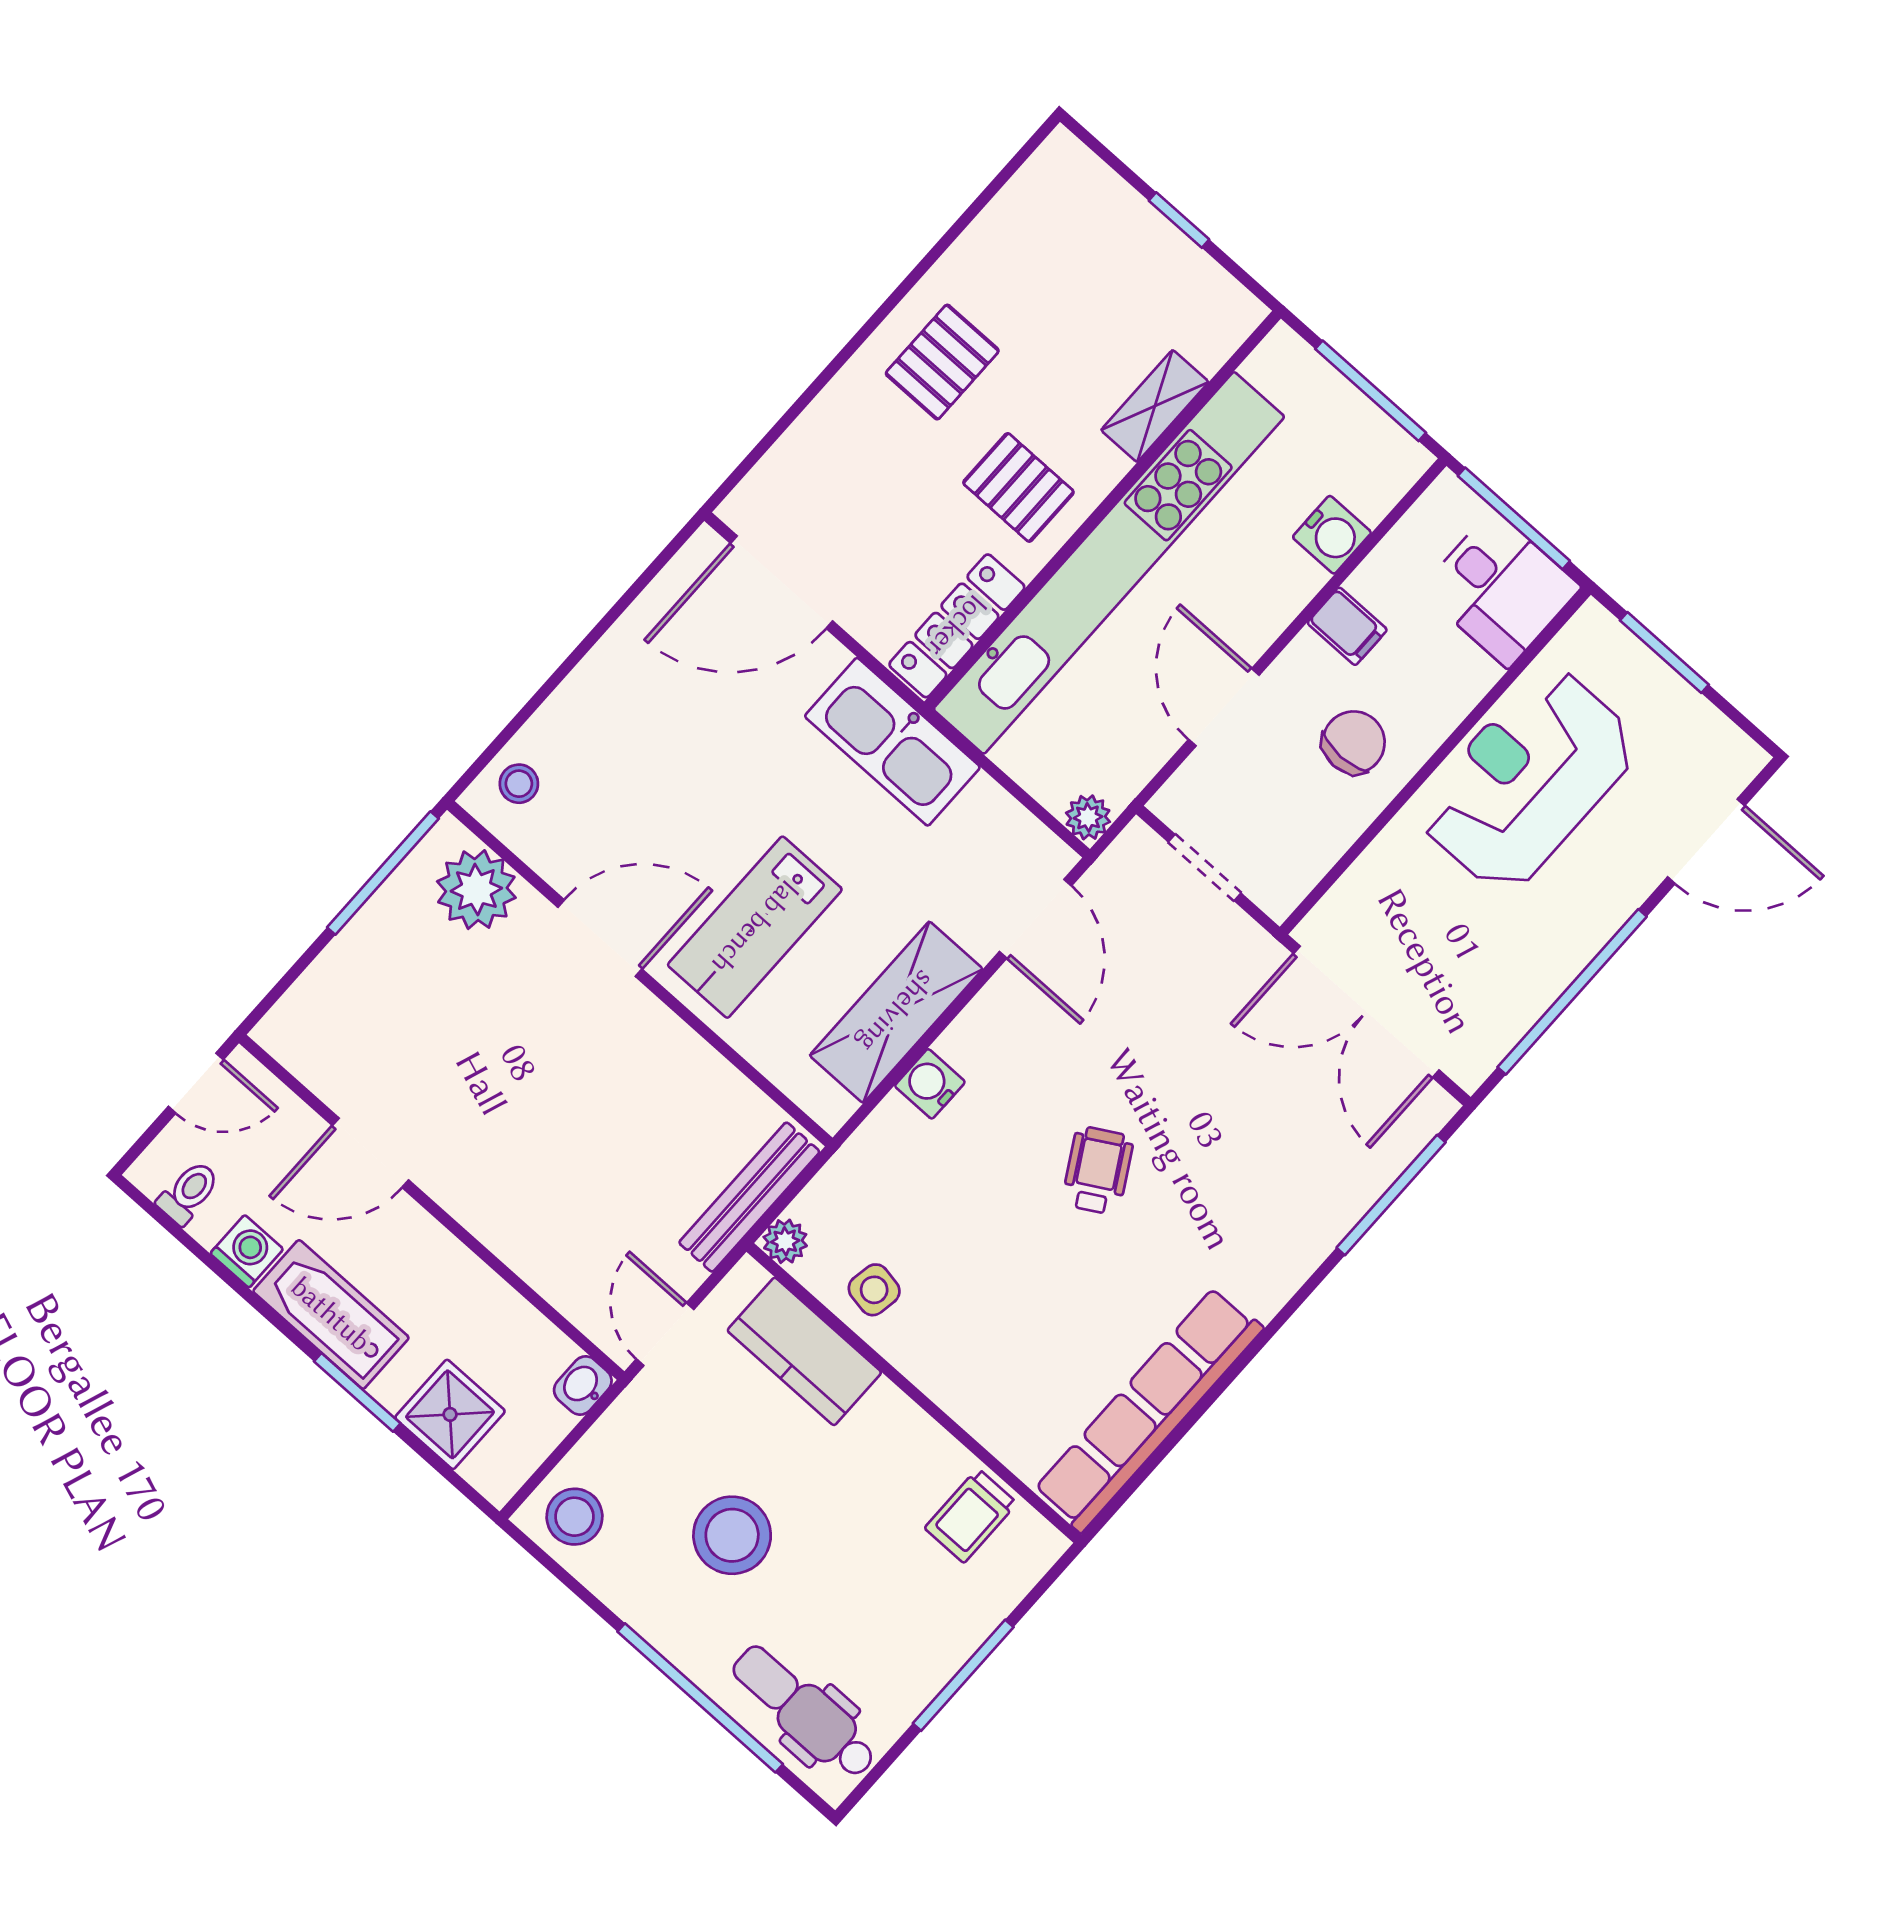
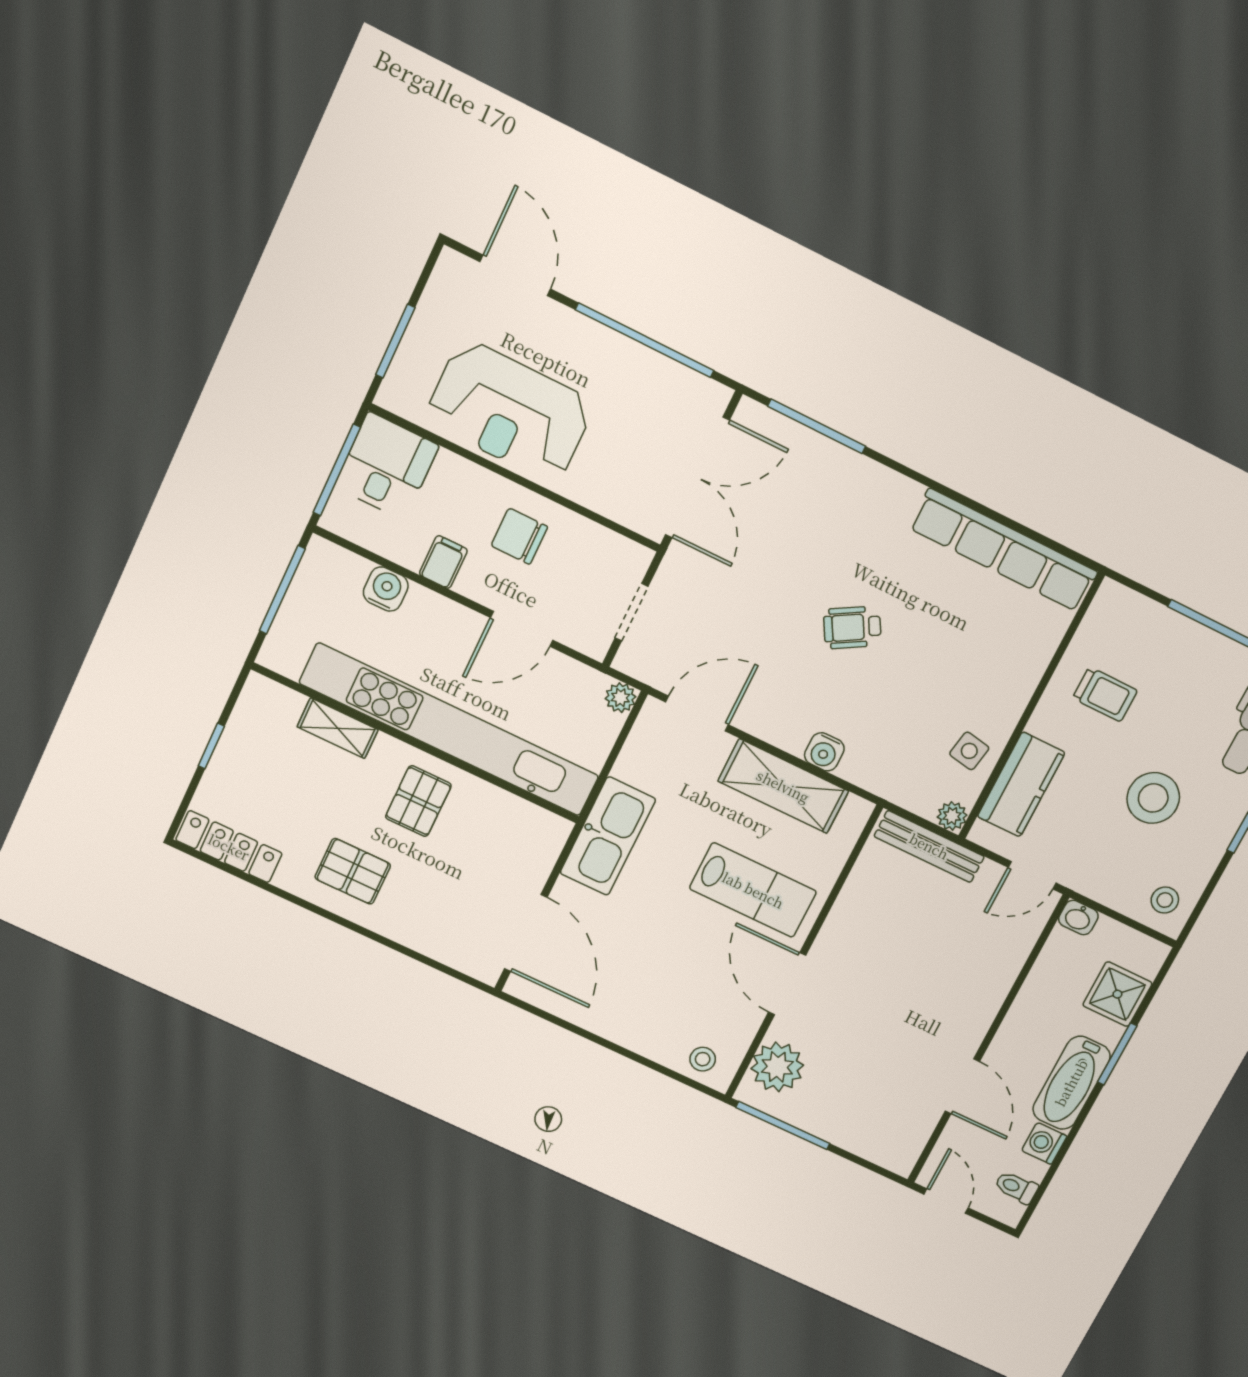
locker: (957, 626) -> (229, 847), moved, turned 180
trolley: (971, 1516) -> (1105, 694), moved
stool: (575, 1517) -> (1165, 900), width x0.73, depth x0.73

